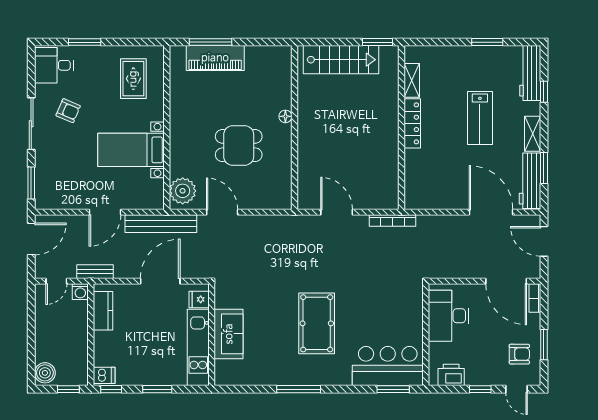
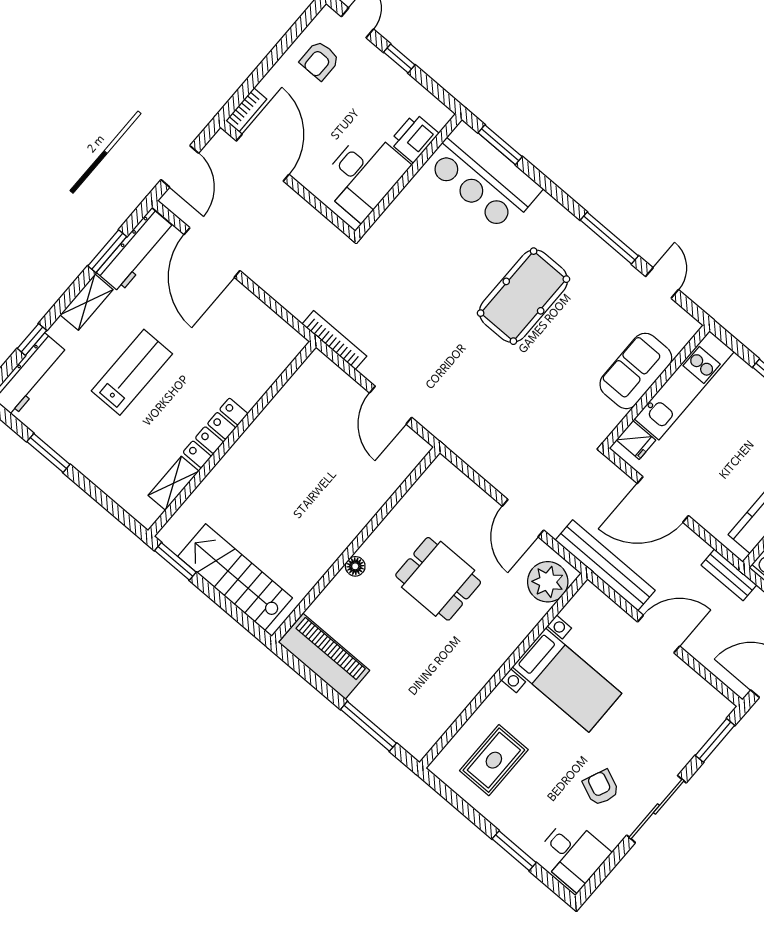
piano: (215, 58) -> (324, 656), moved
window: (544, 345) -> (282, 47), removed
armchair: (519, 354) -> (320, 60), turned -90
printer: (451, 375) -> (414, 138), moved, turned 90
door: (253, 389) -> (662, 283), added

